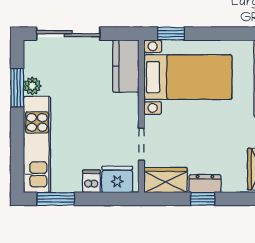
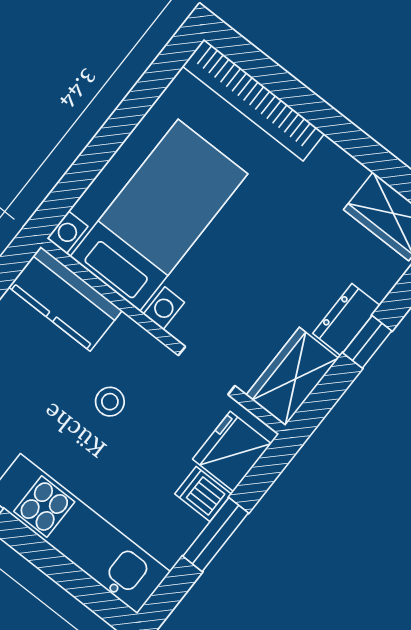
window: (171, 34) -> (70, 188), removed
stool: (99, 116) -> (110, 402), added
window: (56, 199) -> (216, 535), moved

